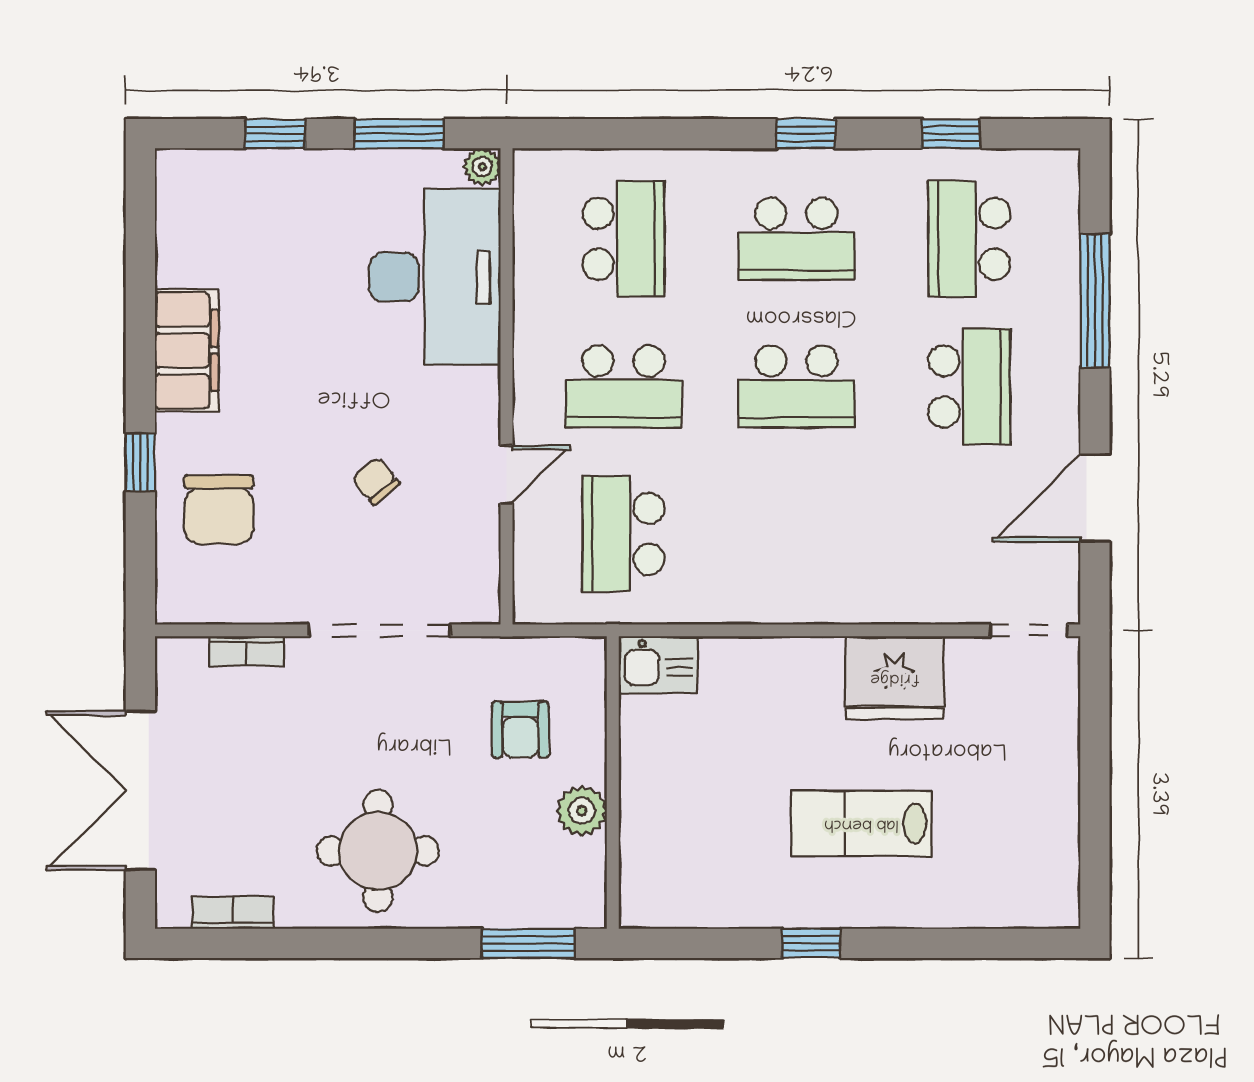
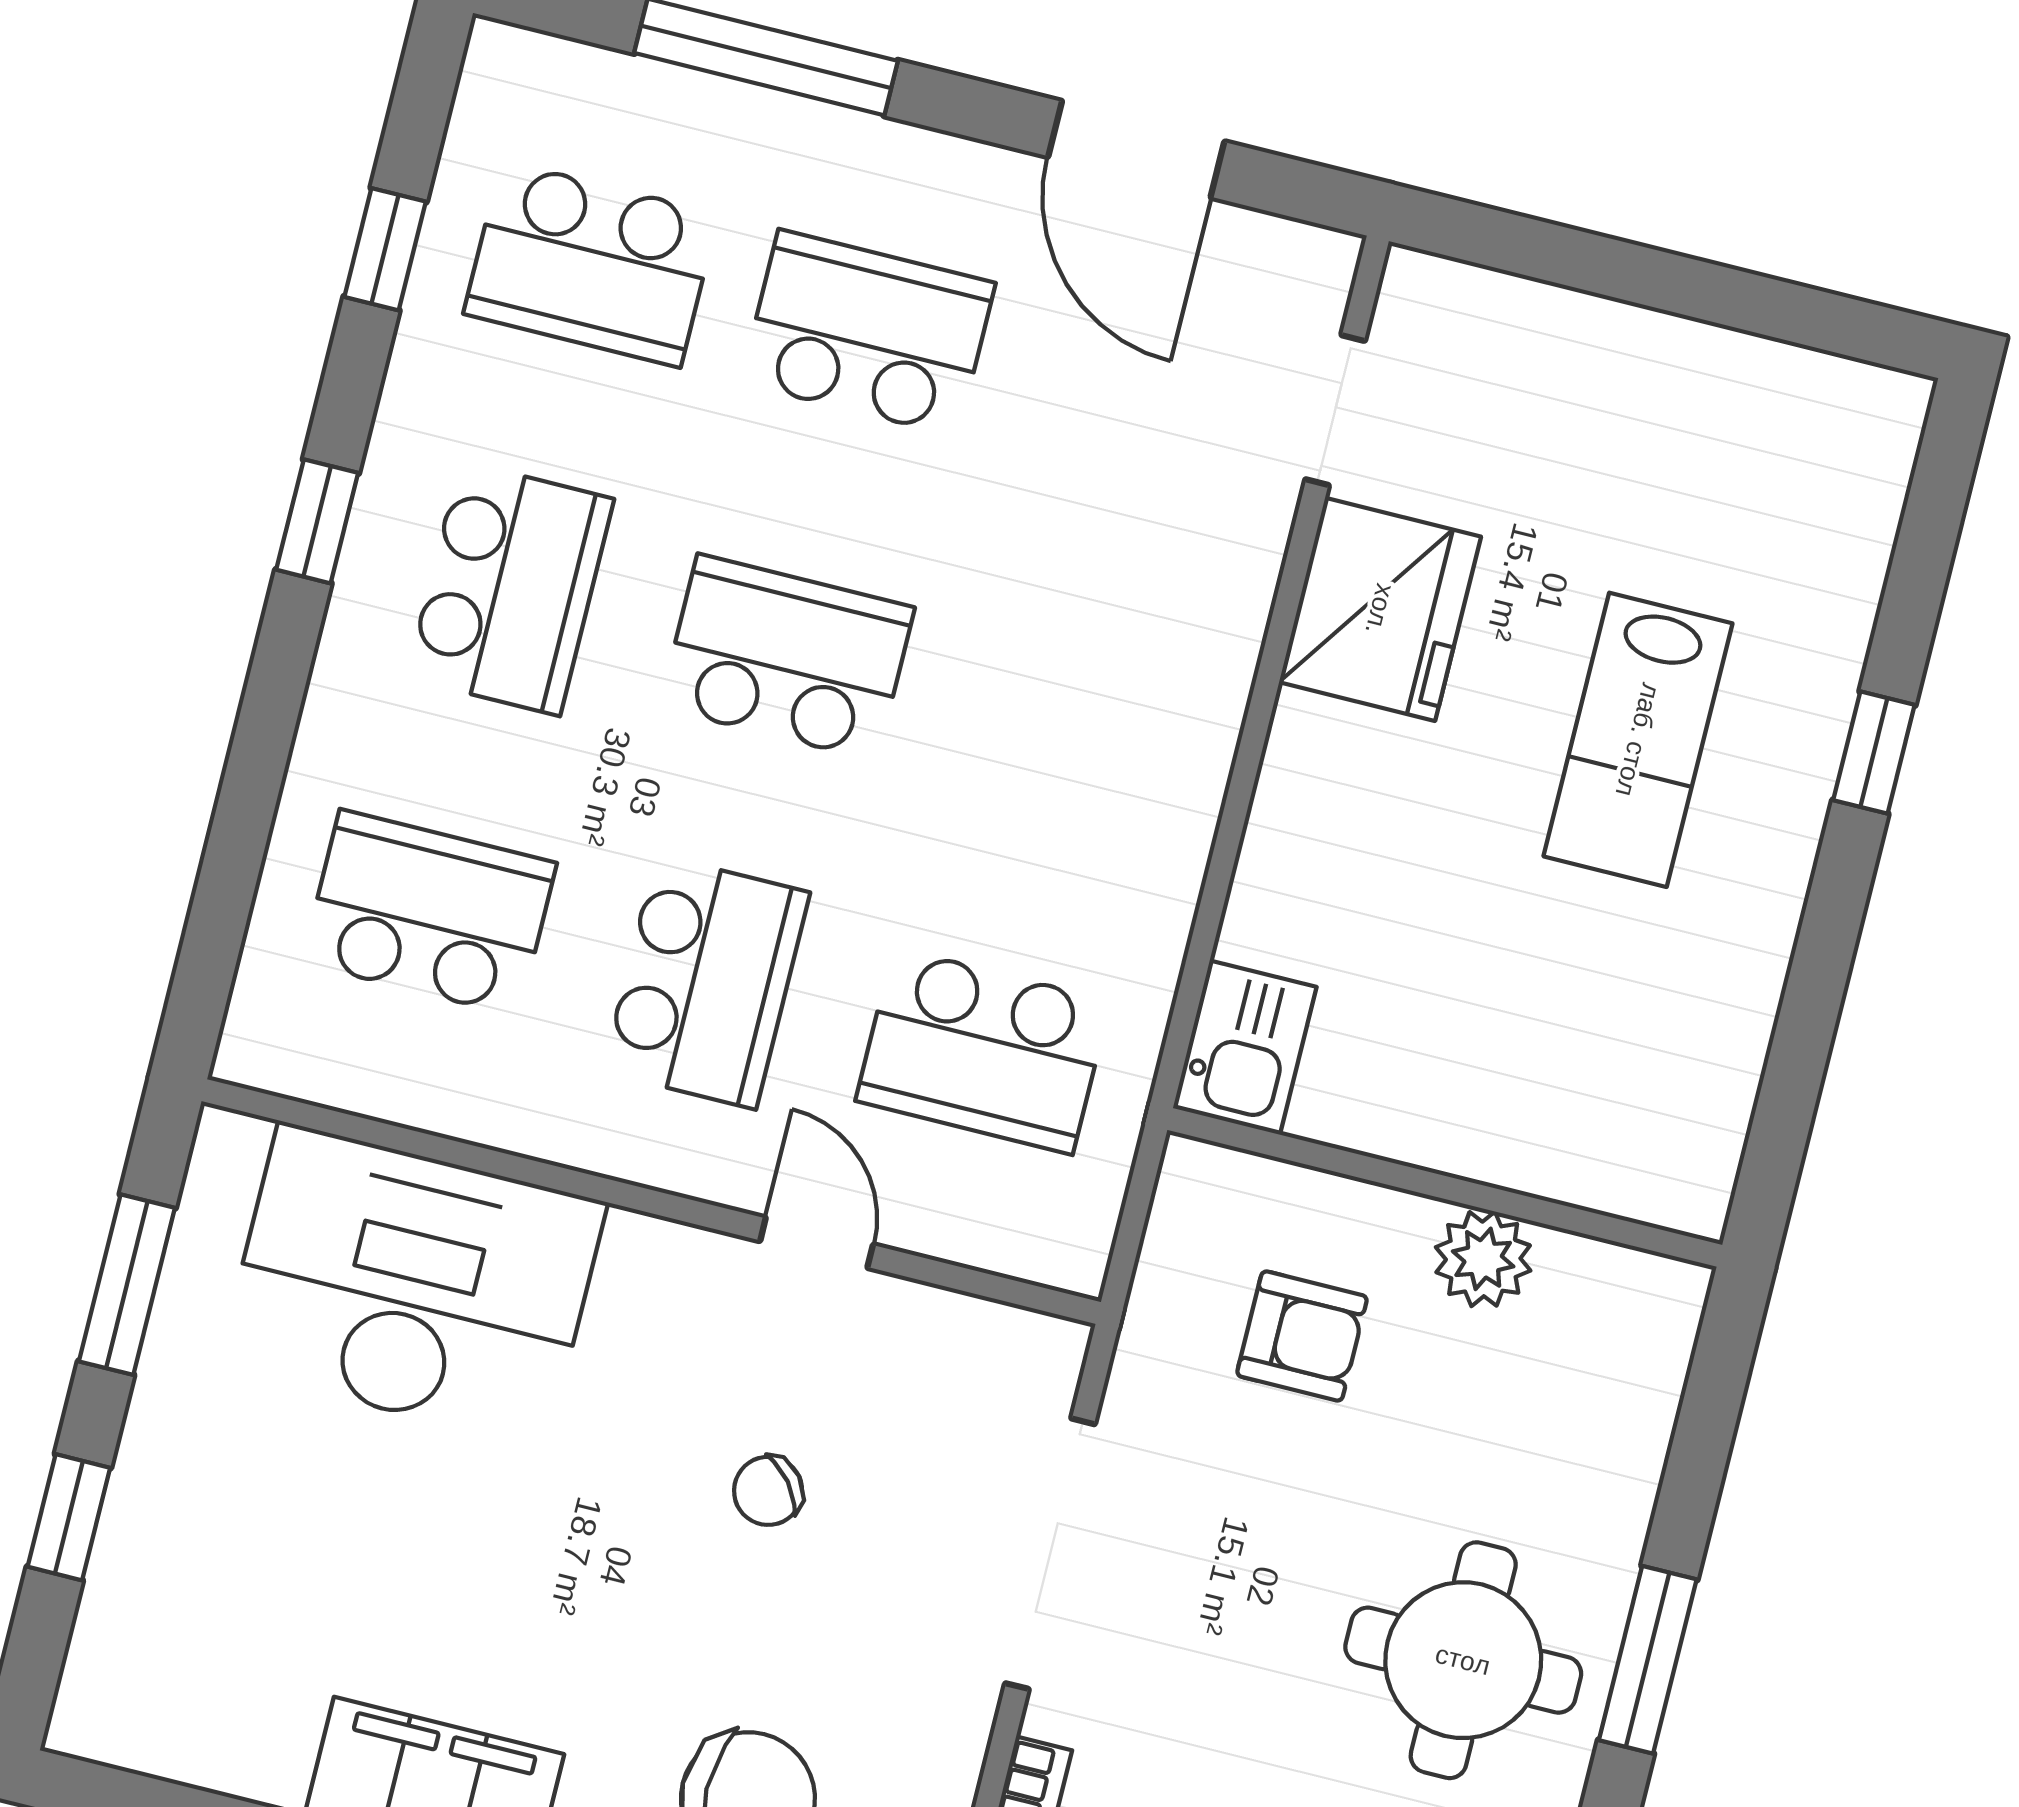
plant: (482, 167) -> (228, 1144), removed
school desk: (796, 386) -> (787, 657), turned -90
doorway: (1029, 630) -> (1335, 410), moved
window: (529, 943) -> (1648, 1660), moved
window: (811, 943) -> (1874, 753), moved

